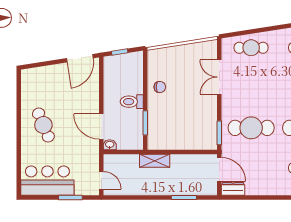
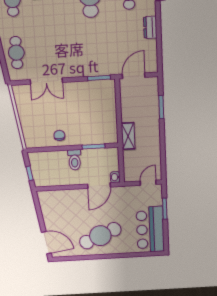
door: (80, 58) -> (46, 243), moved
cafe table: (43, 125) -> (100, 236), width x1.37, depth x1.35
cafe table: (251, 128) -> (93, 48), removed
dresser: (233, 189) -> (150, 27), moved

